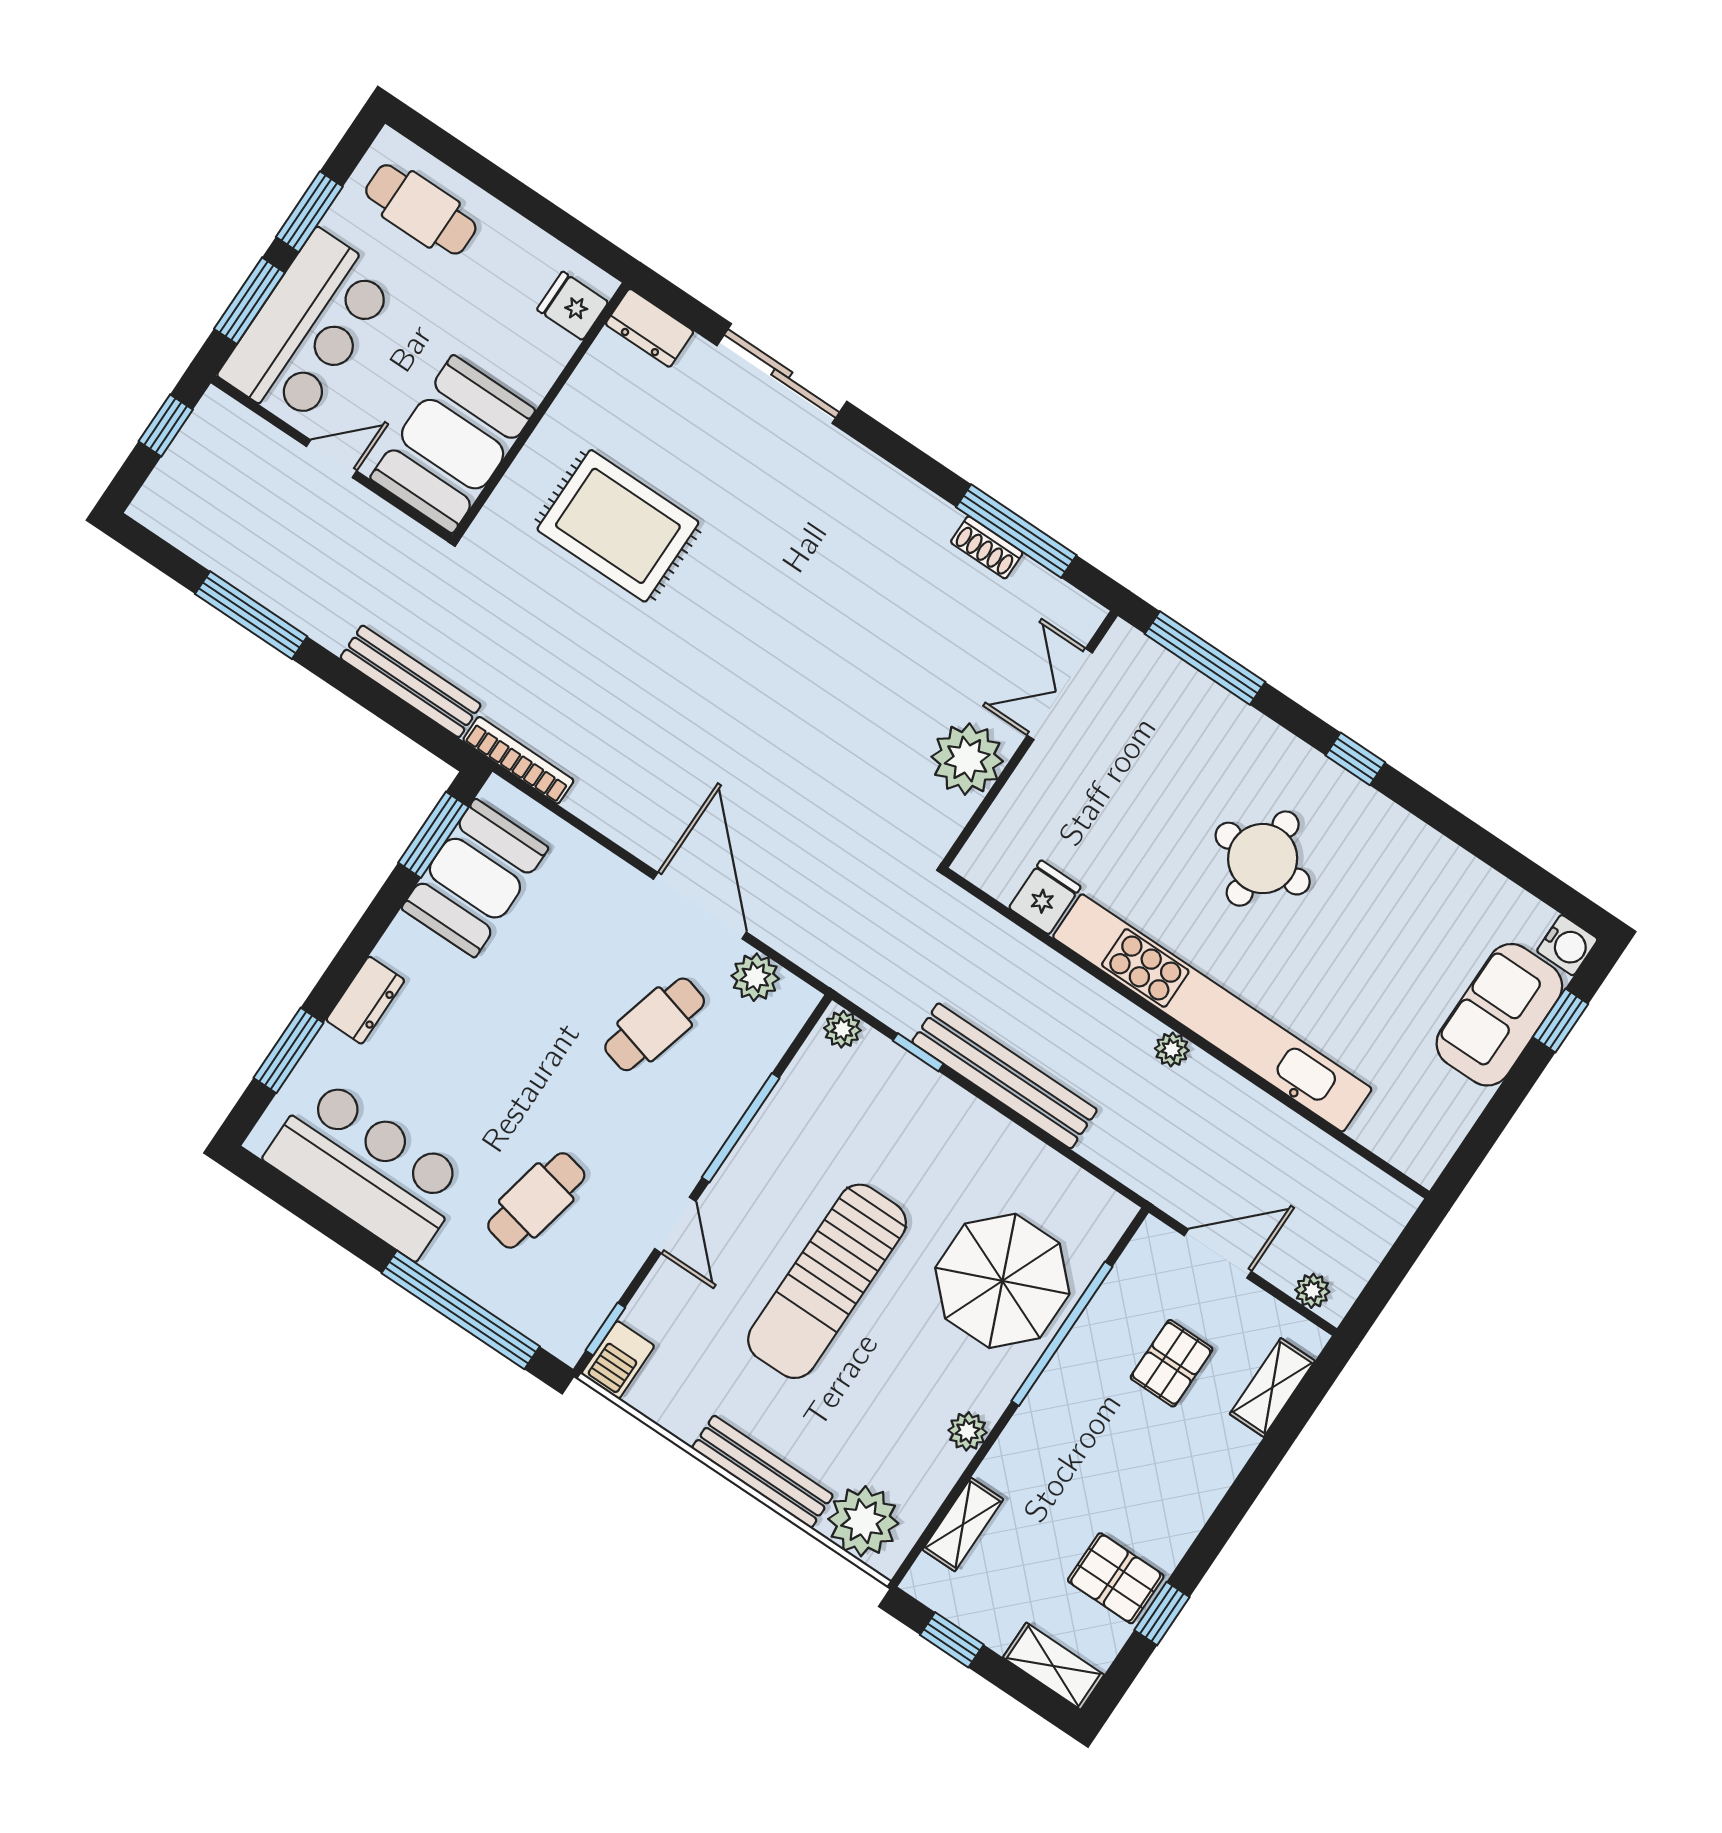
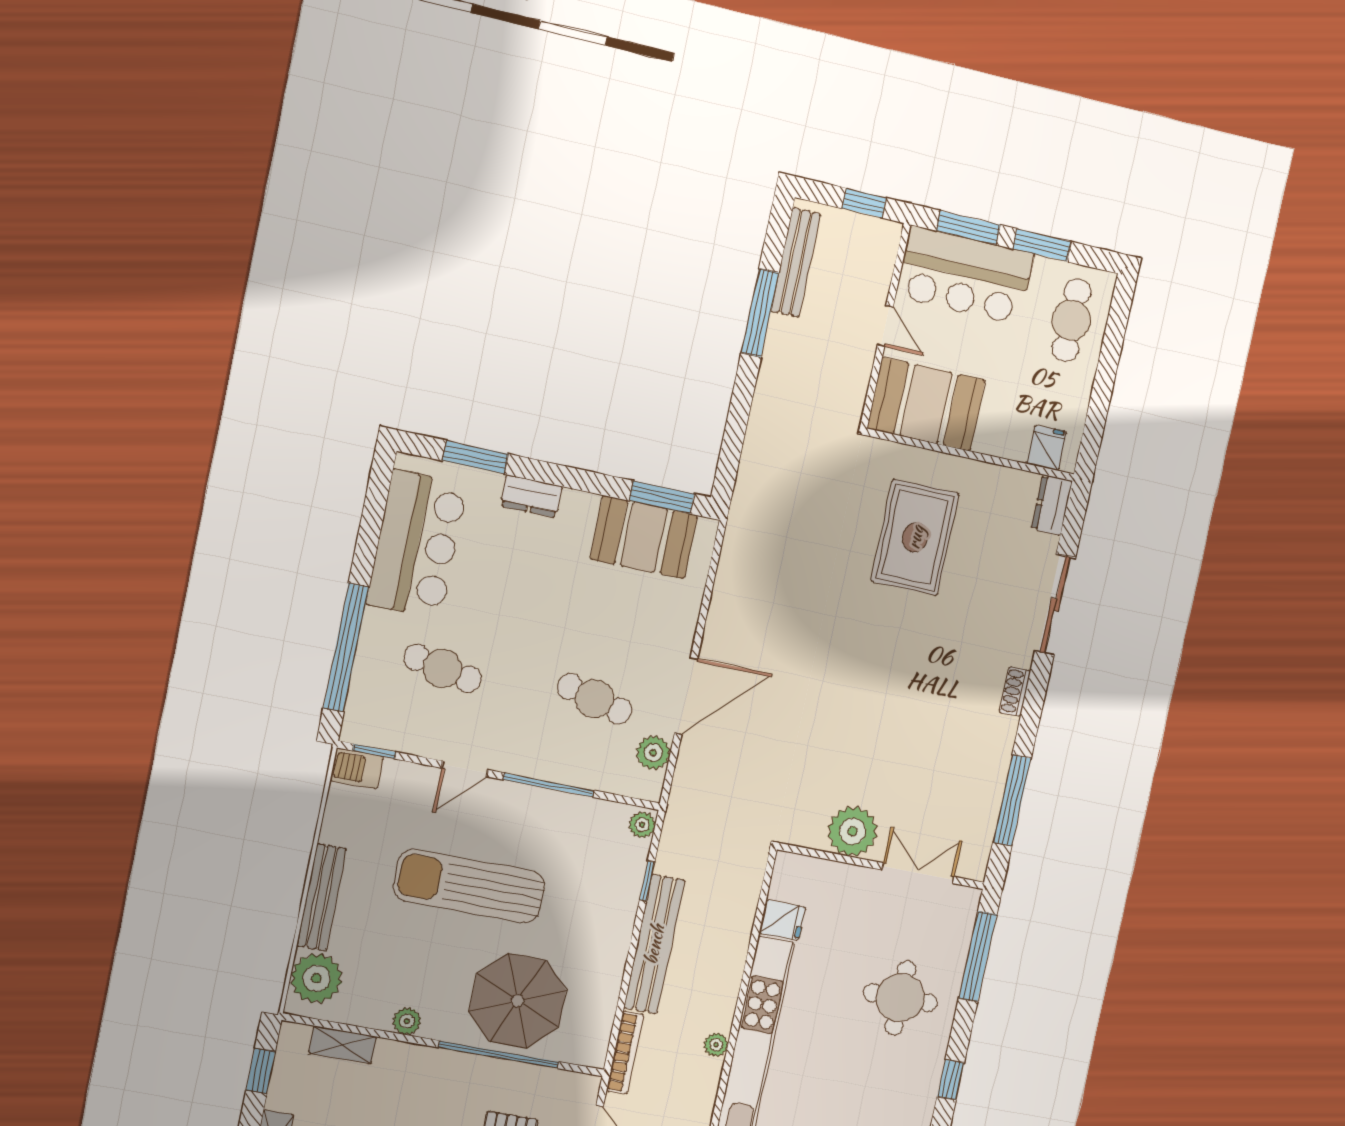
shoe rack: (987, 547) -> (1015, 691), moved
bench: (411, 681) -> (796, 262), moved
bookcase: (518, 760) -> (625, 1053), moved
round table: (1263, 859) -> (900, 998), moved

